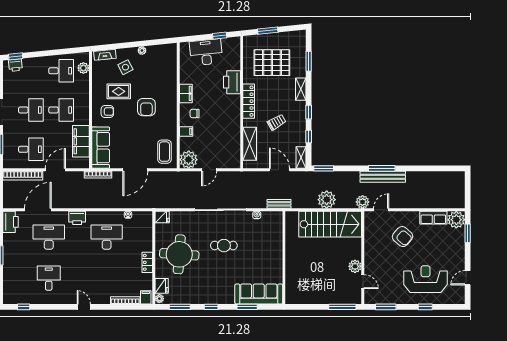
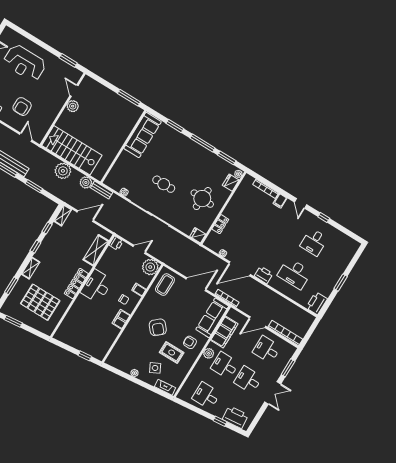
window: (268, 31) -> (13, 321), moved
window: (220, 36) -> (85, 356), moved
desk: (206, 52) -> (97, 286), moved, turned 96
window: (16, 56) -> (220, 421), moved
printer: (15, 65) -> (235, 417), width x1.87, depth x1.48
plant: (83, 68) -> (209, 353), moved
printer: (232, 82) -> (116, 243), moved, width x0.53, depth x0.68
armchair: (146, 107) -> (158, 327), turned 139
trolley: (277, 122) -> (65, 254), removed
window: (324, 168) -> (34, 186), moved
door: (279, 170) -> (85, 216), swing flipped
plant: (363, 202) -> (86, 182), moved
door: (38, 210) -> (240, 269), moved
door: (381, 210) -> (26, 137), swing flipped
desk: (107, 237) -> (250, 246), removed
armchair: (402, 237) -> (22, 107), turned -131
round table: (179, 254) -> (202, 199), width x0.73, depth x0.73
locker: (147, 262) -> (220, 224), moved
sofa: (259, 294) -> (143, 135), moved, turned -90
filing cabinet: (146, 297) -> (280, 201), moved
window: (24, 307) -> (324, 218), moved
window: (211, 307) -> (203, 143), width x2.17
window: (342, 307) -> (129, 98), moved
window: (425, 307) -> (38, 42), removed

